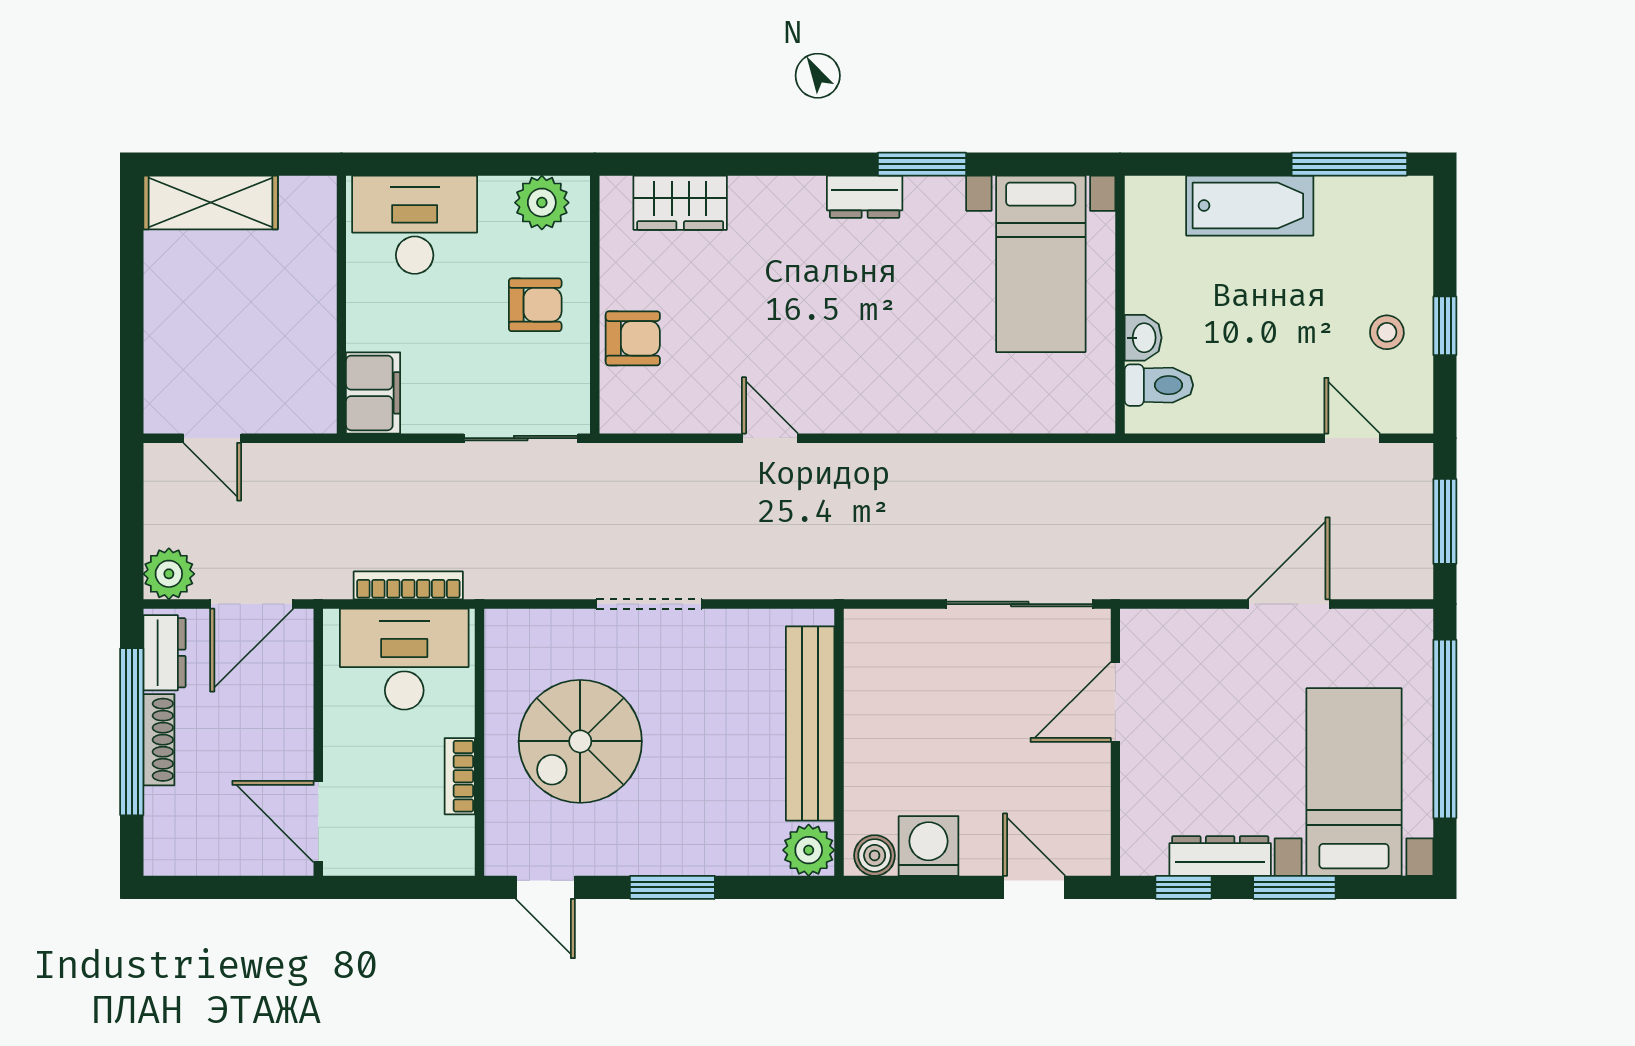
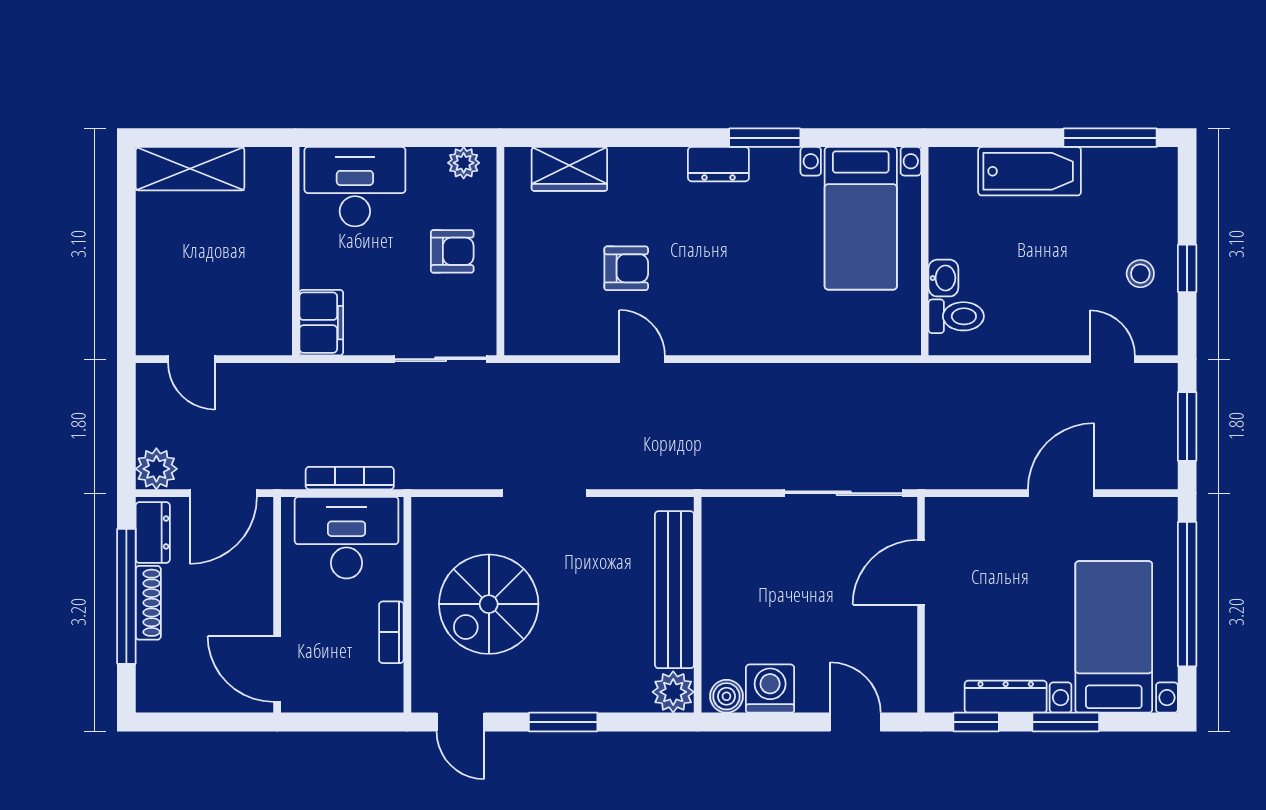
plant: (542, 203) -> (464, 163), width x0.73, depth x0.73
armchair: (633, 338) -> (626, 268), moved

